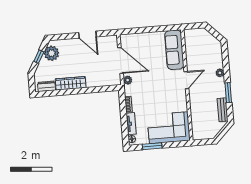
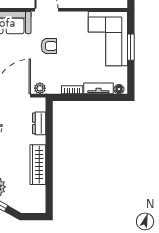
armchair: (160, 84) -> (49, 46), added
dresser: (46, 86) -> (39, 123), moved
window: (152, 146) -> (131, 47), moved

